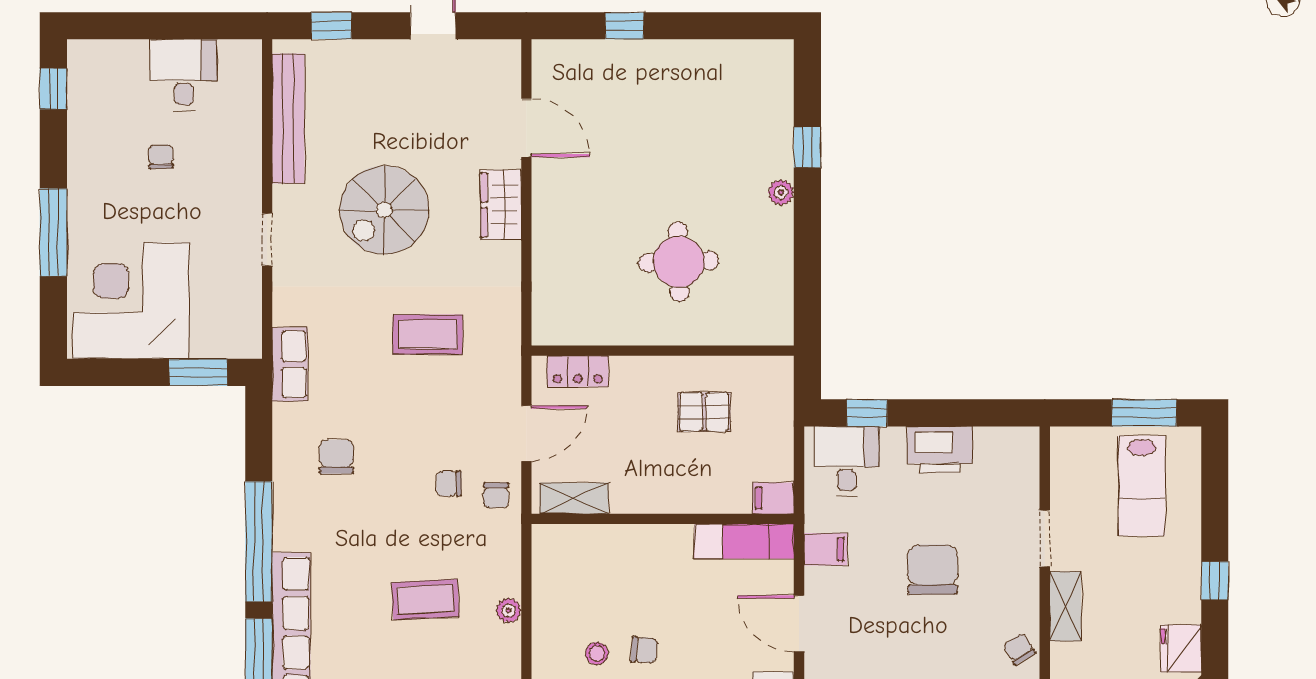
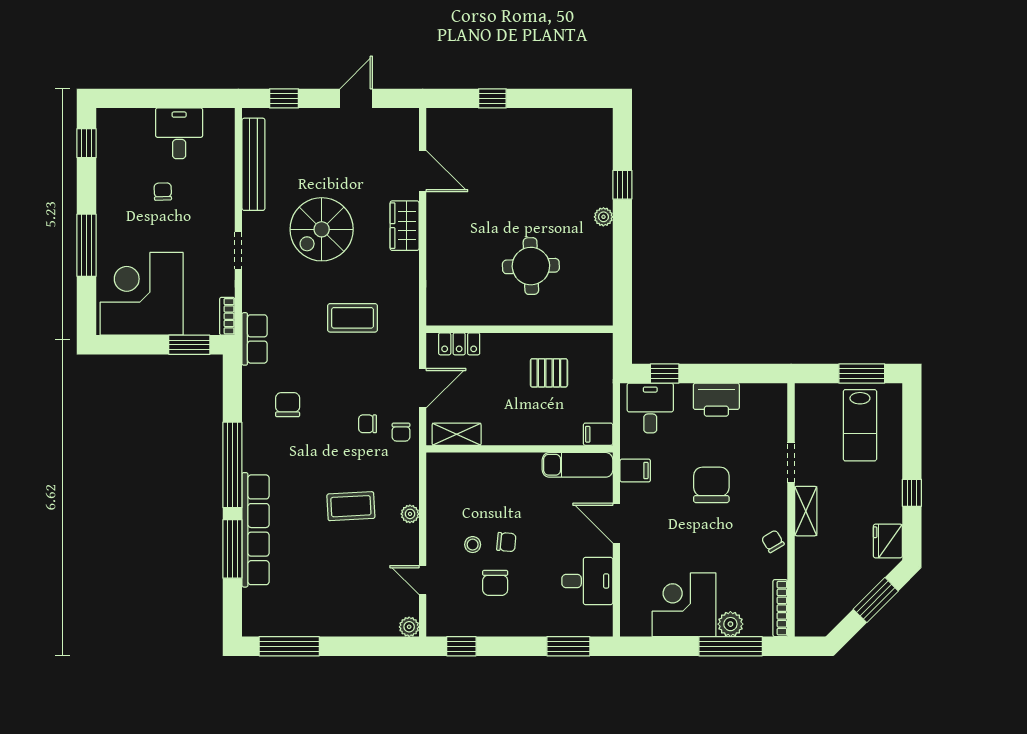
bookcase: (251, 332) -> (227, 316), added

